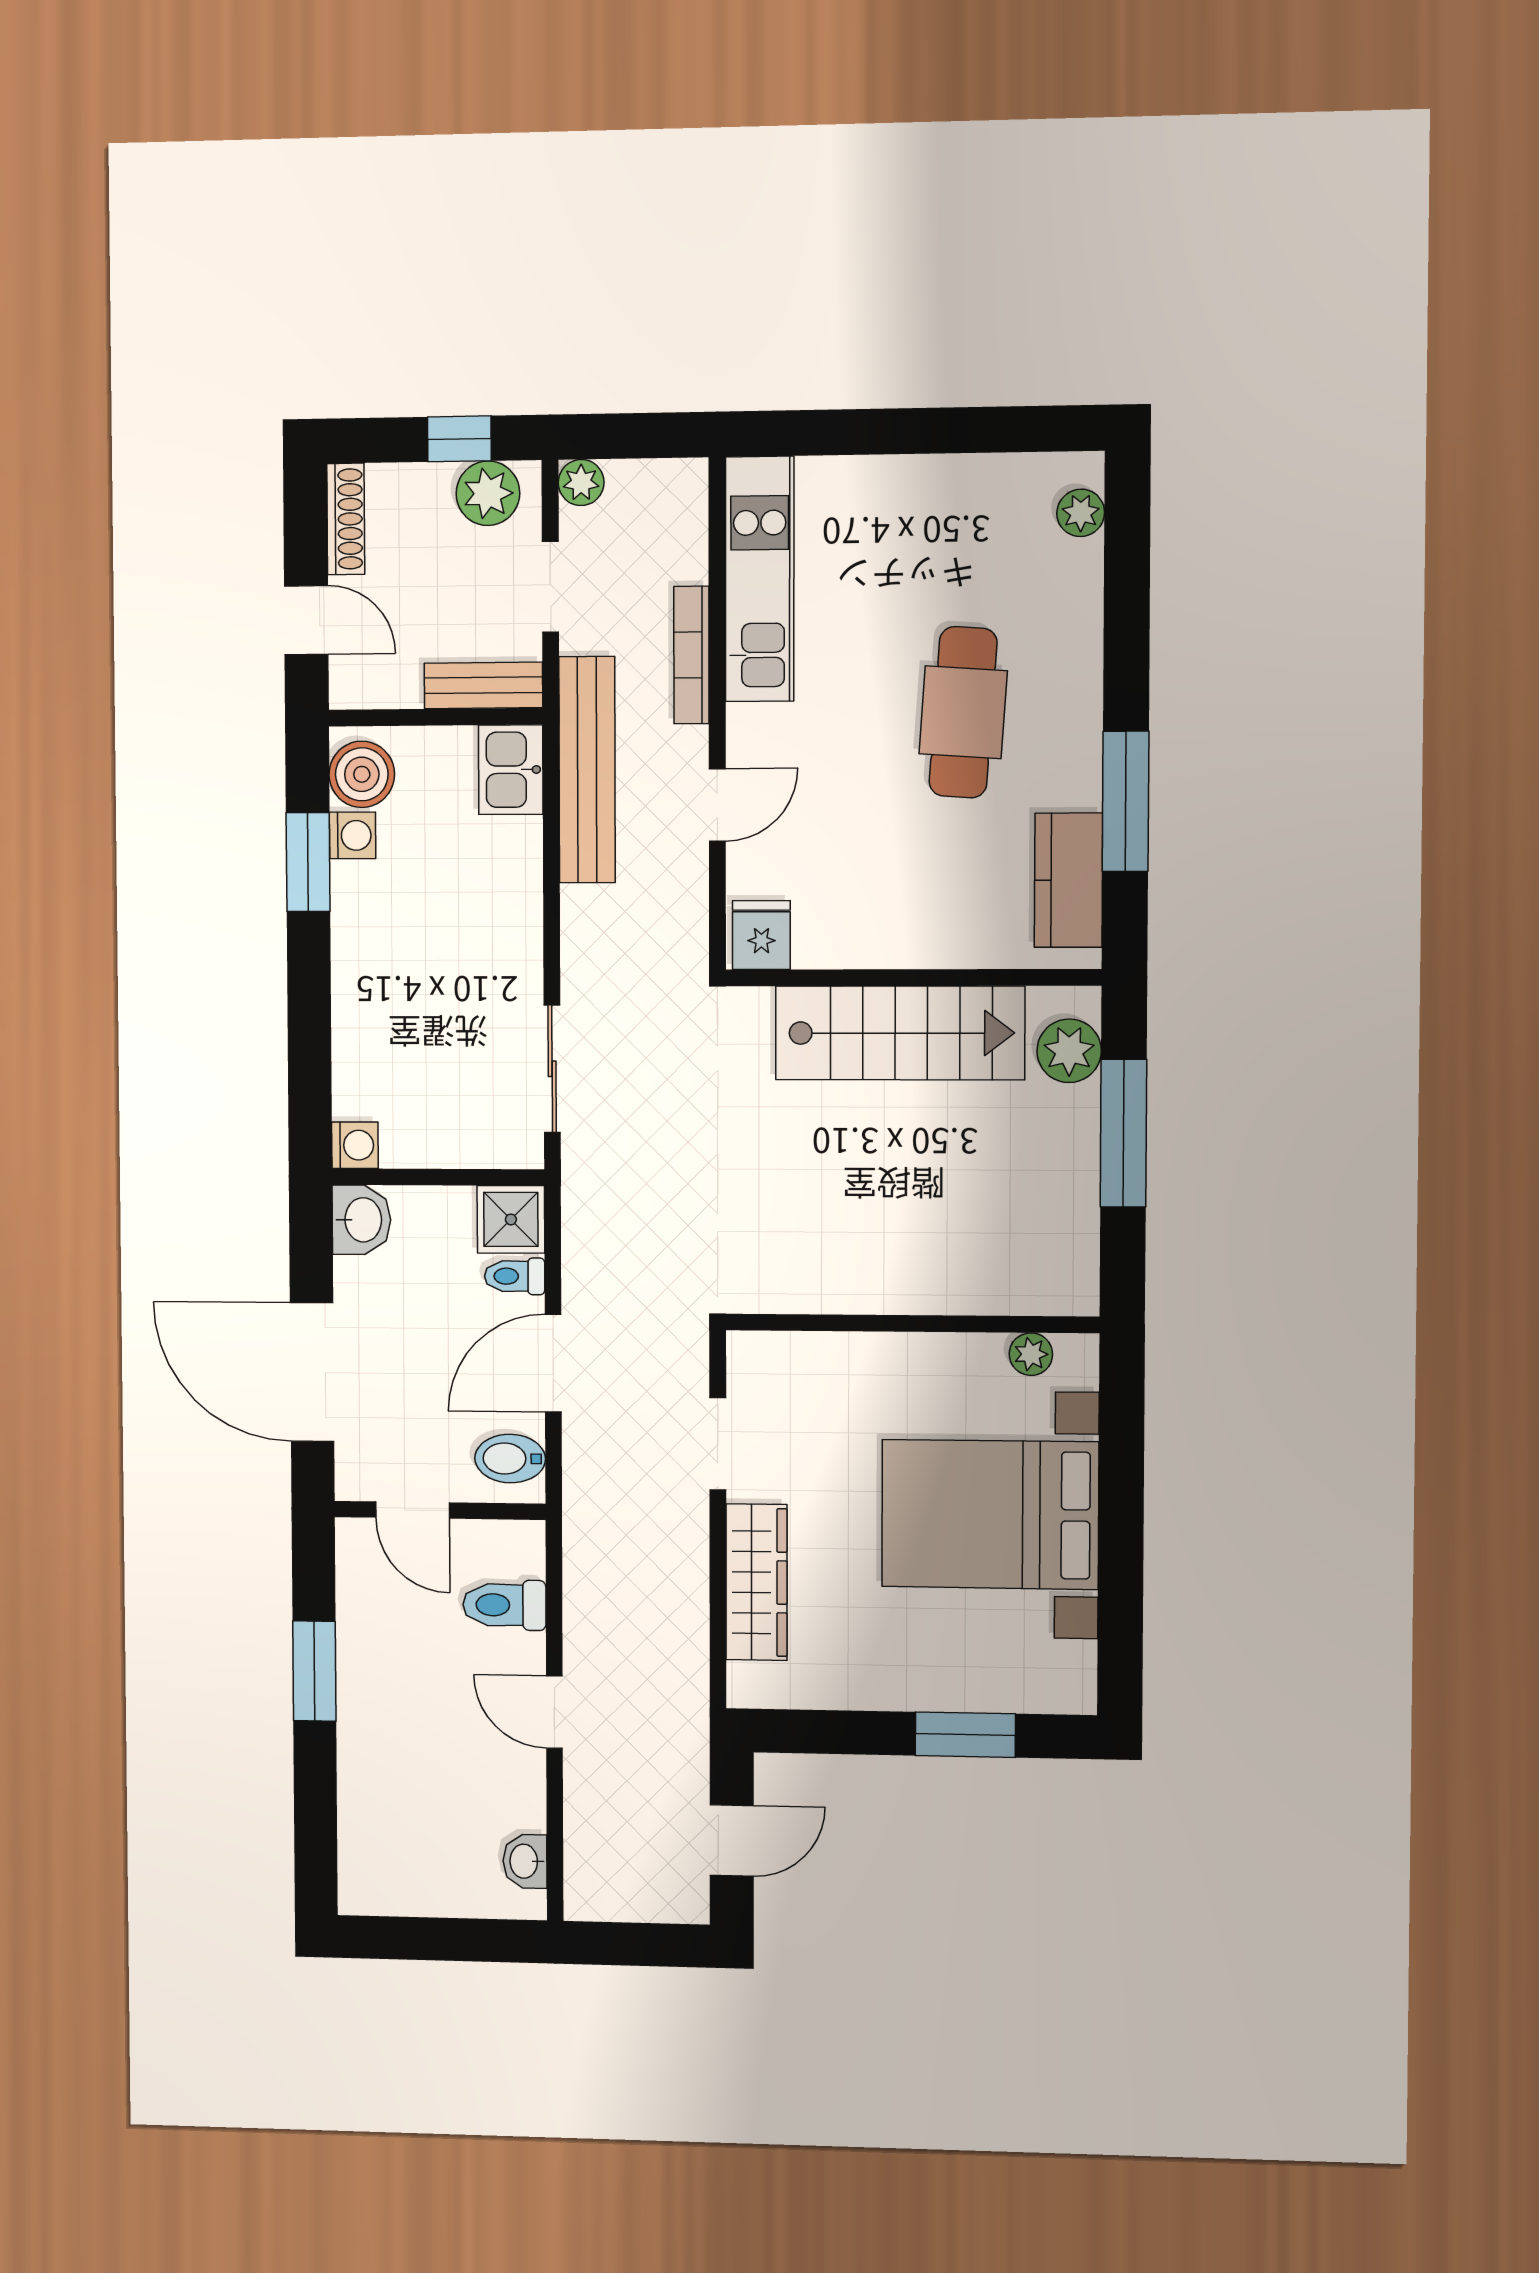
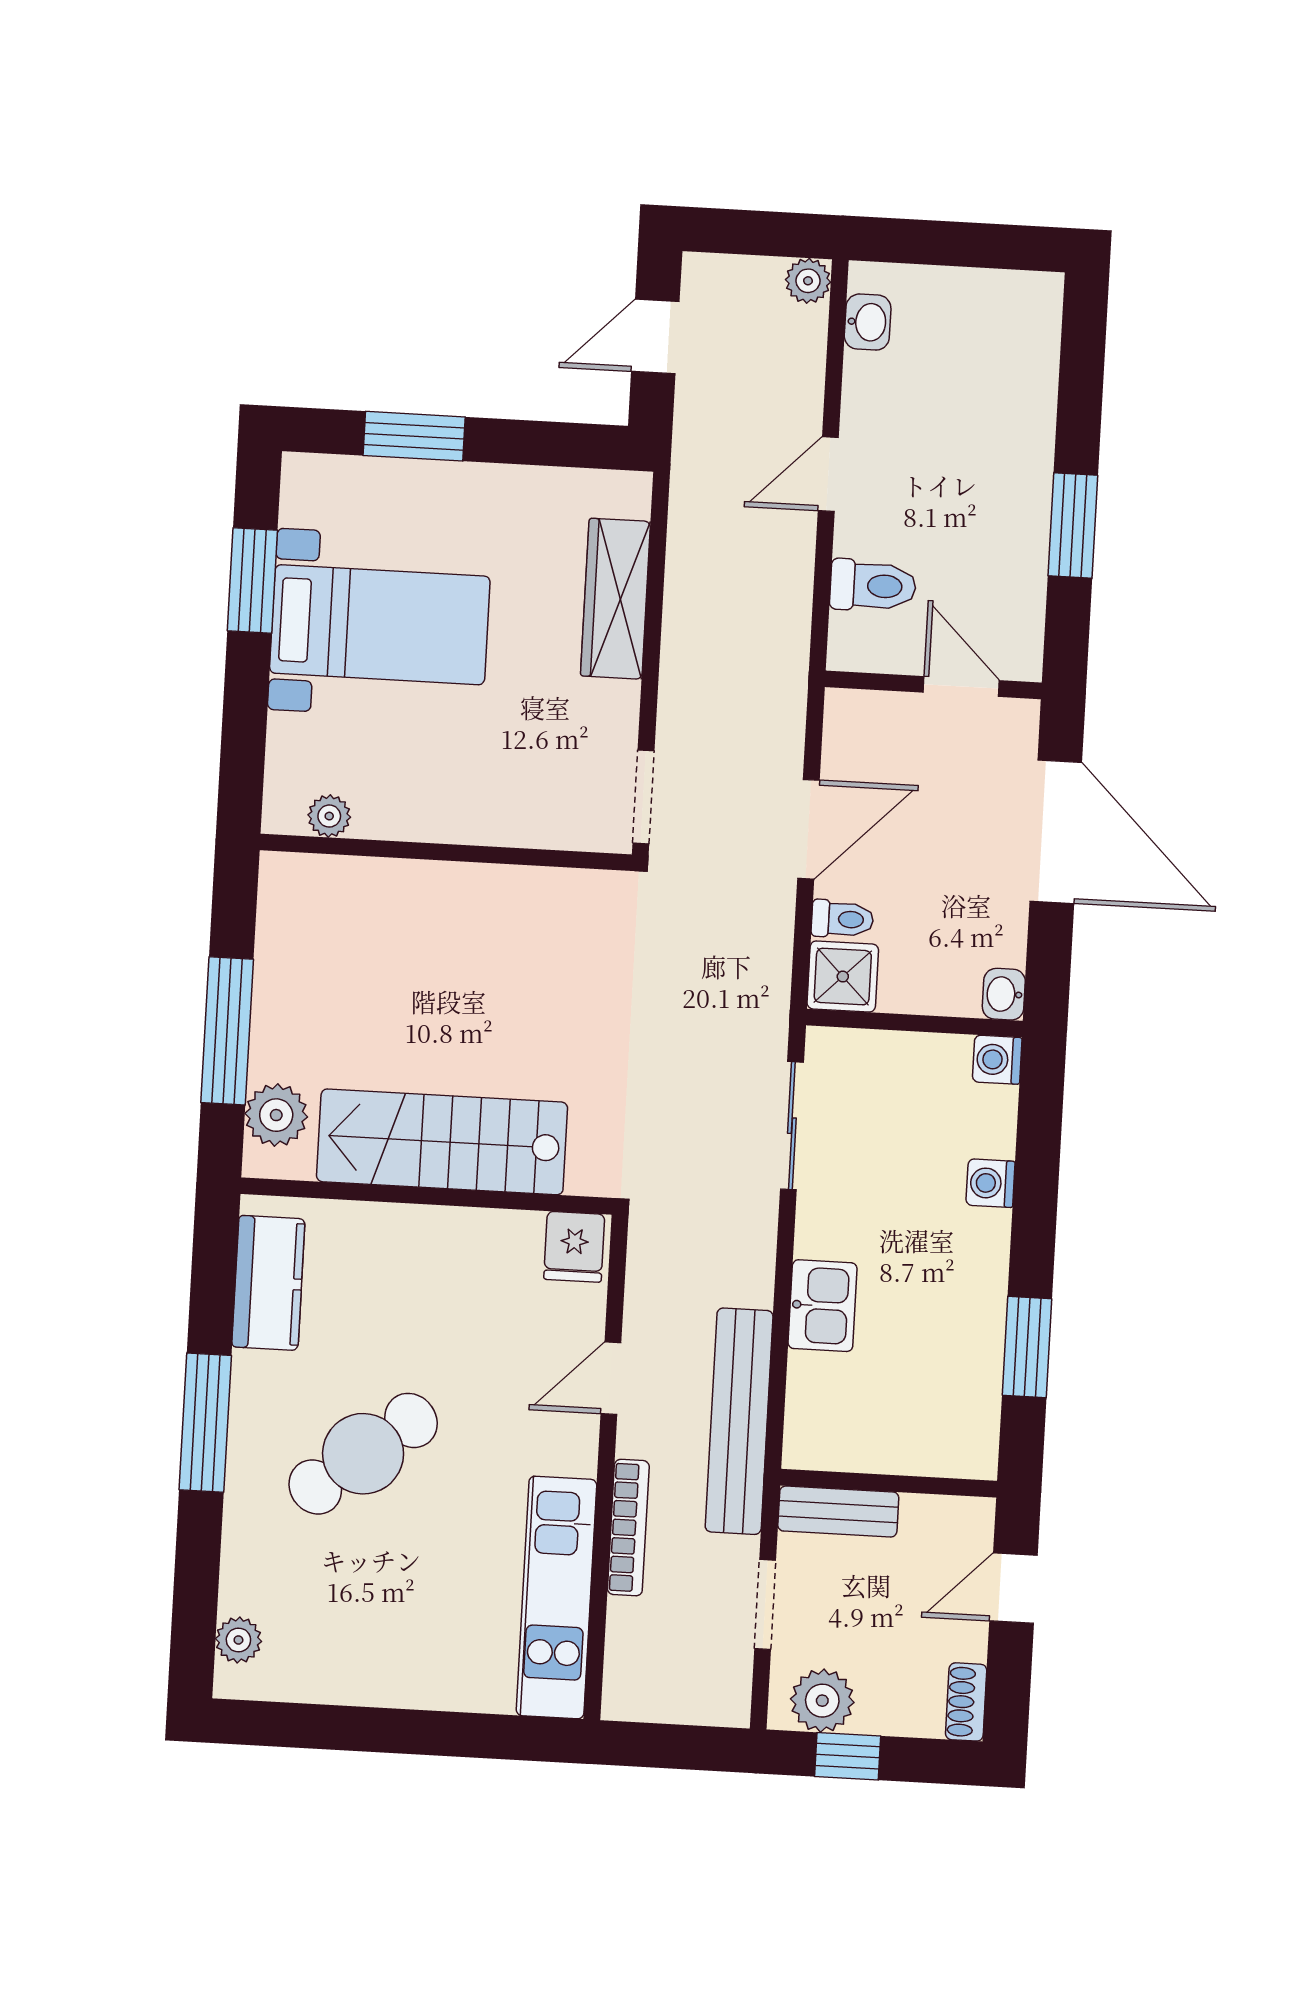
plant: (581, 483) -> (808, 281), moved
shoe rack: (346, 519) -> (966, 1702), width x0.70
door: (306, 620) -> (1014, 1588), hinge flipped
cafe table: (963, 712) -> (363, 1454), turned 48
kitchen sink: (511, 770) -> (823, 1306), moved
boiler: (362, 774) -> (967, 1431), removed
window: (1125, 801) -> (205, 1423), moved
washing machine: (353, 835) -> (991, 1183), moved
washbasin: (362, 1220) -> (1004, 994), width x0.72, depth x0.69
doorway: (718, 1444) -> (643, 797), moved
bidet: (510, 1459) -> (858, 735), removed
bed with nightstands: (990, 1514) -> (380, 625), width x0.73
window: (1121, 1586) -> (252, 581), added
door: (554, 1712) -> (828, 474), swing flipped

